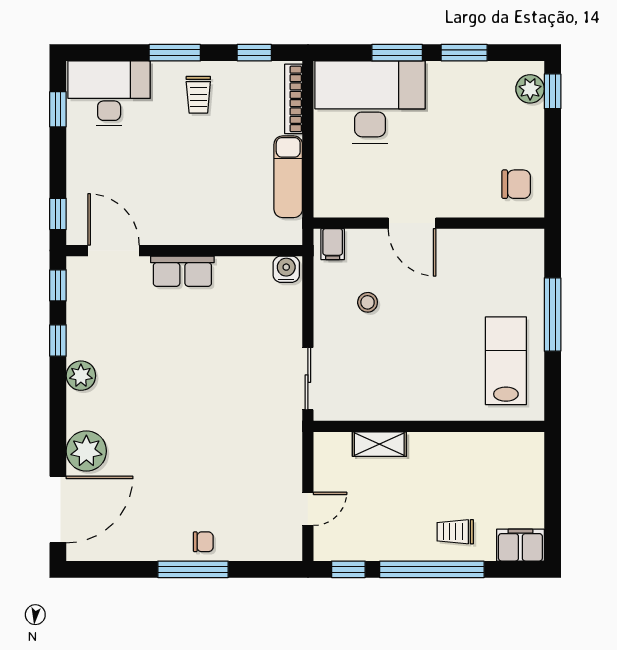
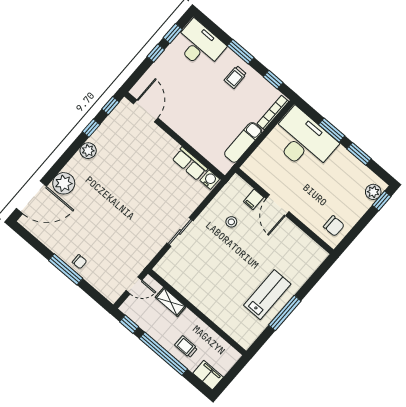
window: (58, 214) -> (156, 53), moved
filing cabinet: (333, 244) -> (254, 199), moved
row of seats: (182, 271) -> (190, 164), moved
window: (553, 314) -> (285, 313), moved
wall: (429, 426) -> (197, 312), moved
shelving: (379, 444) -> (171, 302), moved

